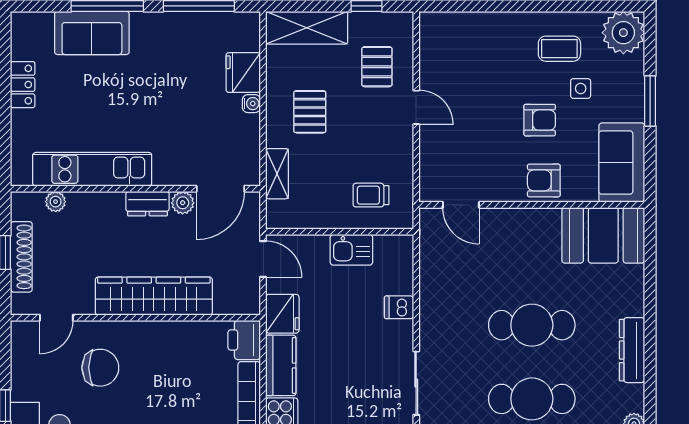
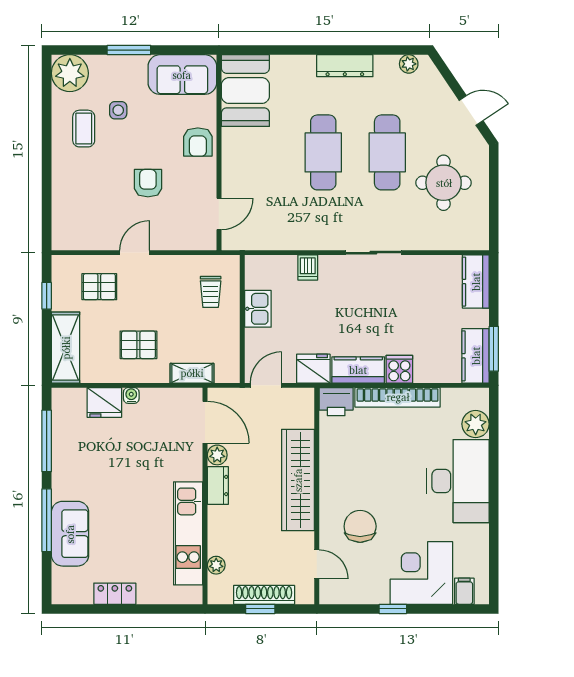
armchair: (540, 120) -> (148, 183), moved

